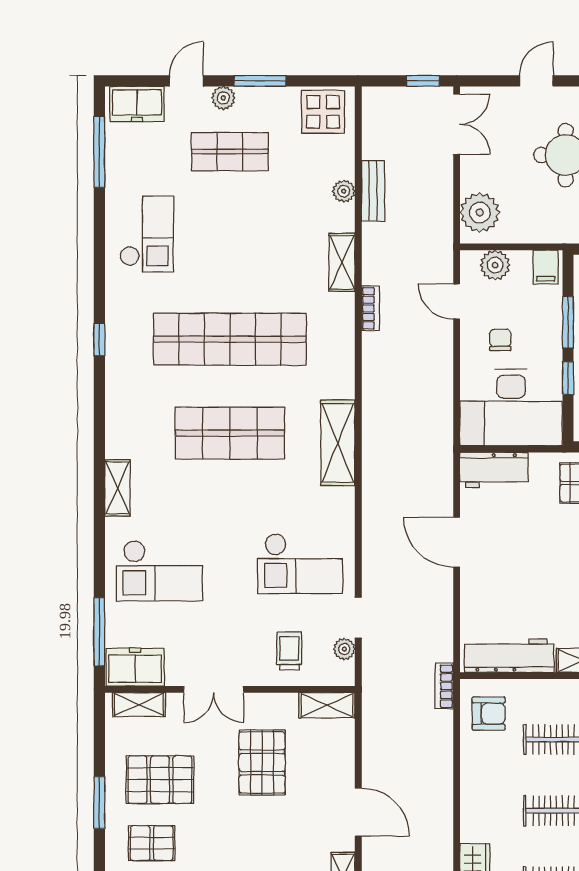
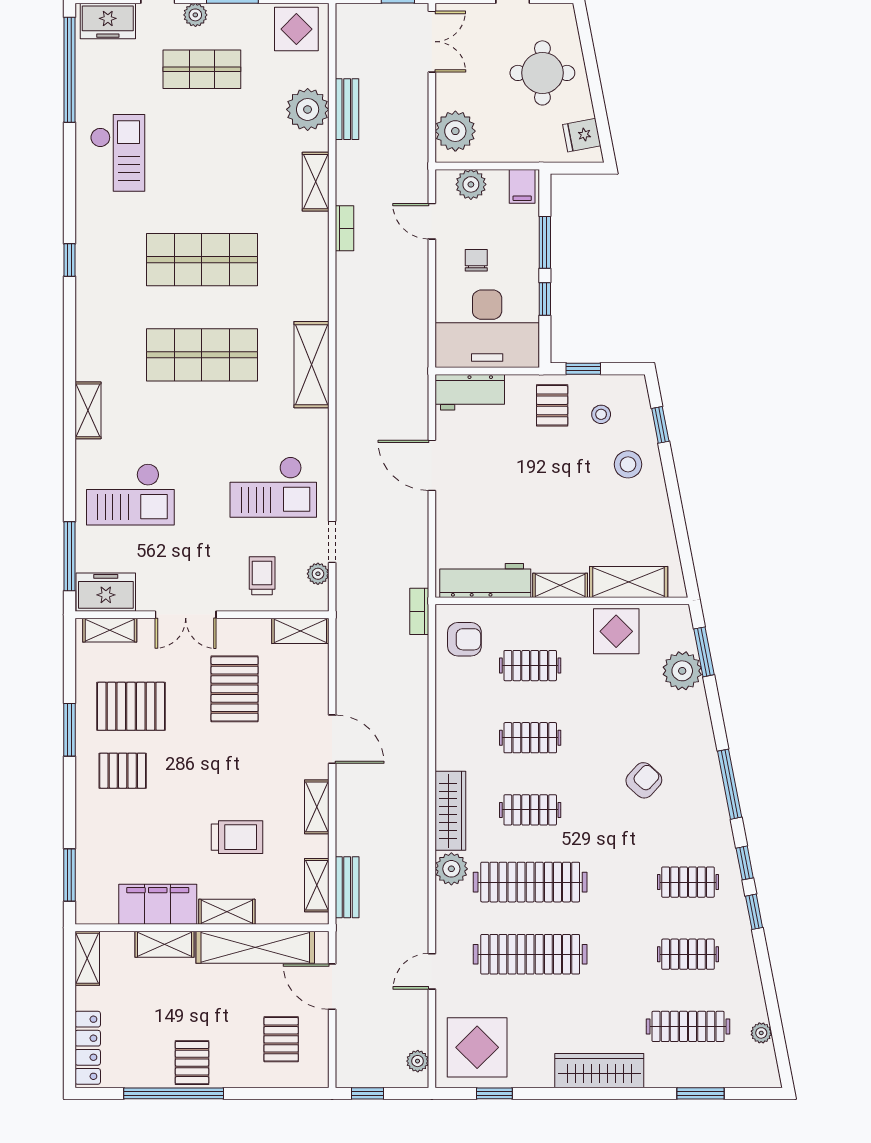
window: (99, 152) -> (70, 70), width x1.46
plant: (344, 191) -> (308, 109), width x1.88, depth x1.88
shop shelf: (230, 339) -> (202, 260), width x0.71

